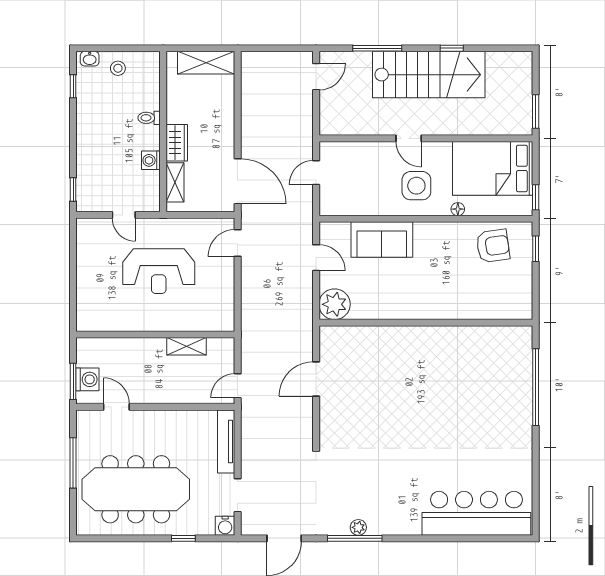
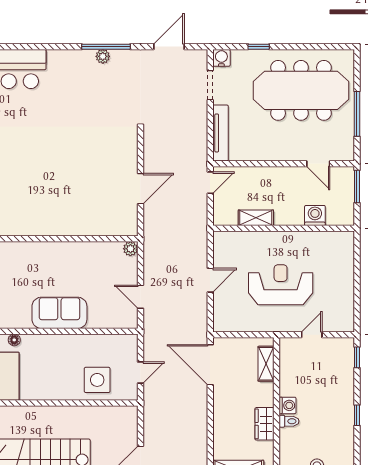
window: (73, 86) -> (357, 415), moved
door: (409, 138) -> (58, 403), removed
wardrobe: (177, 143) -> (264, 424), moved
washing machine: (151, 160) -> (288, 405), moved
side table: (416, 186) -> (97, 380), moved
door: (124, 215) -> (312, 335), hinge flipped
sofa: (382, 239) -> (59, 313), moved
door: (238, 243) -> (210, 280), moved
plant: (335, 304) -> (130, 249), width x0.53, depth x0.53
washing machine: (87, 379) -> (315, 215), moved, turned 90

